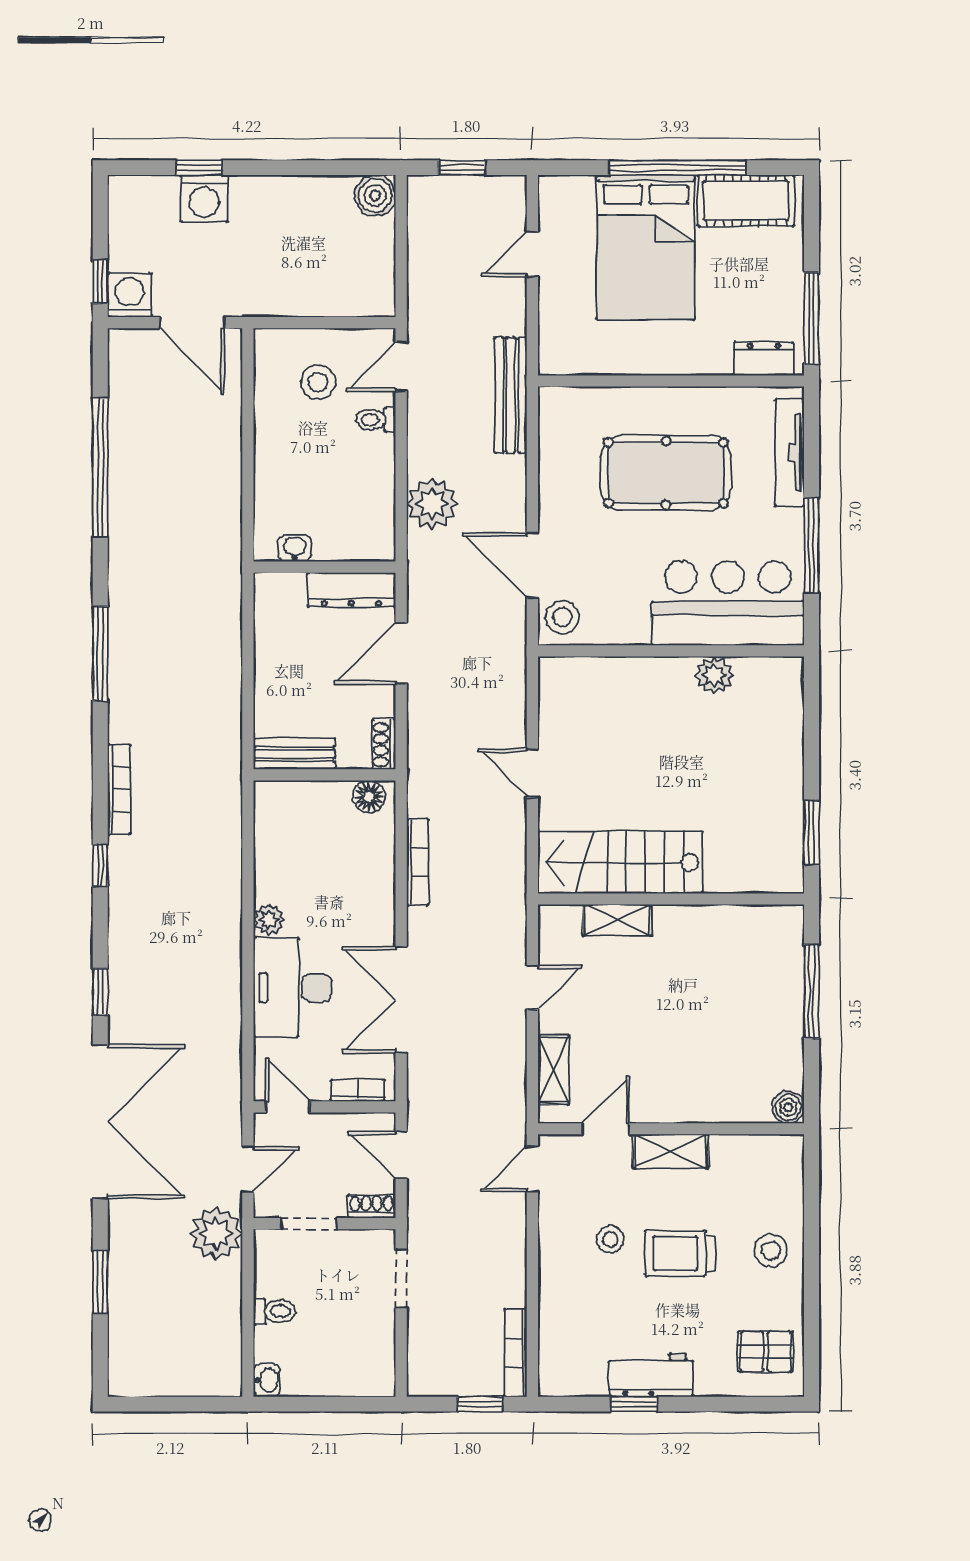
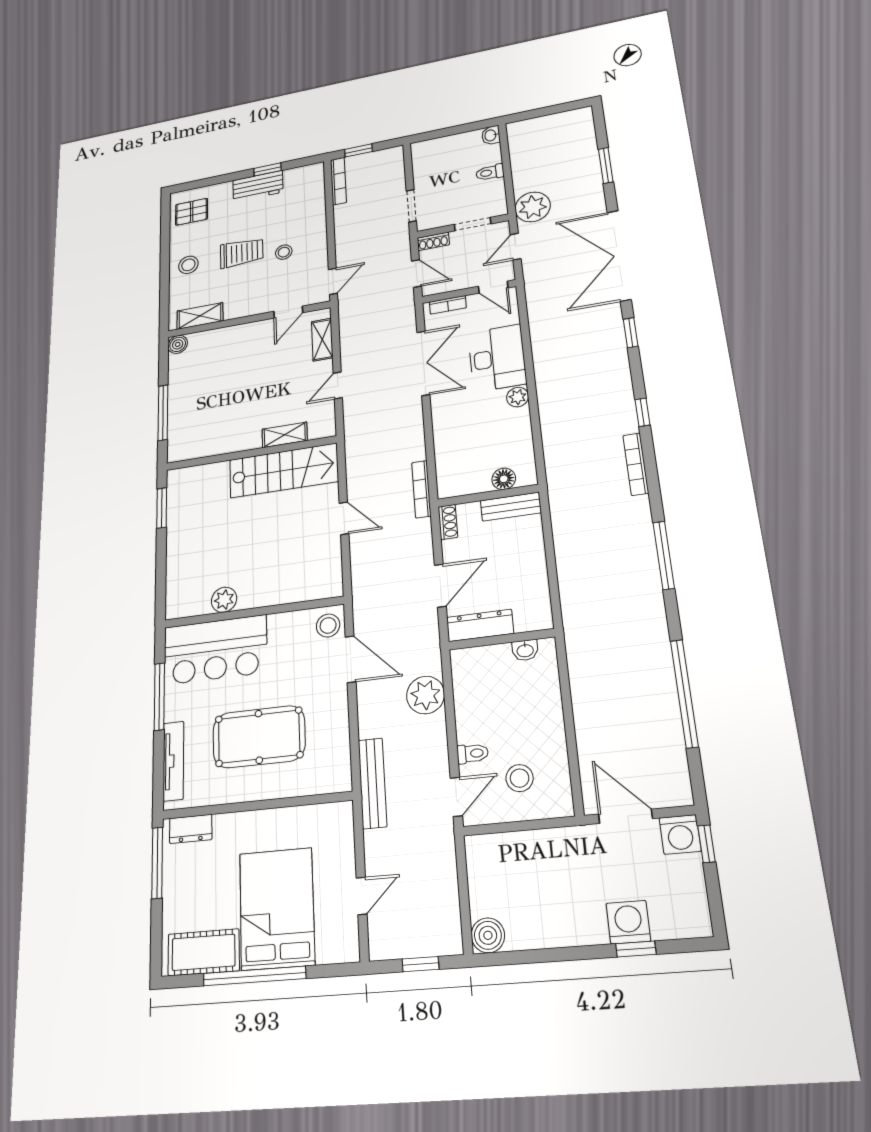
floor lamp: (369, 797) -> (504, 479), moved
bookcase: (418, 862) -> (421, 489), moved
shelving: (670, 1151) -> (200, 316), moved

